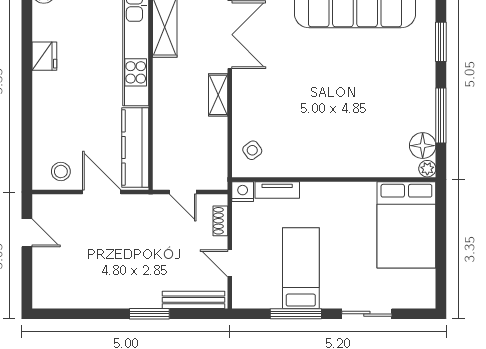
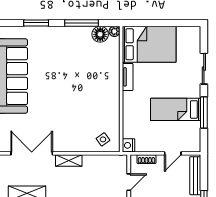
tv unit: (277, 190) -> (128, 77), moved

